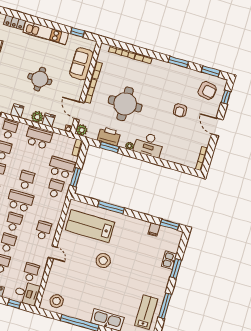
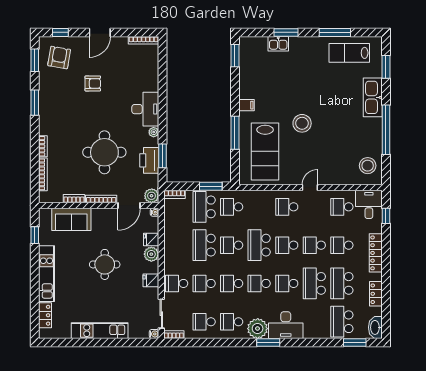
school desk: (38, 138) -> (204, 245), moved
filing cabinet: (154, 230) -> (246, 105), moved

